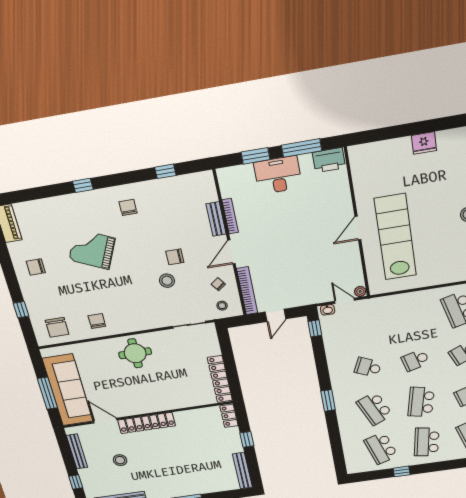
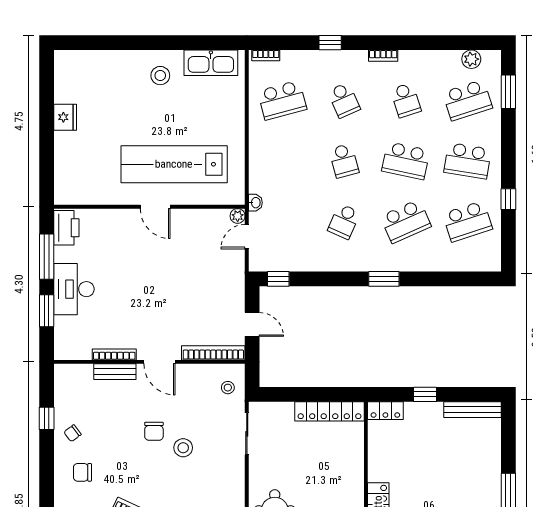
chair: (218, 284) -> (72, 433), moved
washbasin: (328, 310) -> (255, 203), moved

